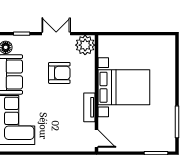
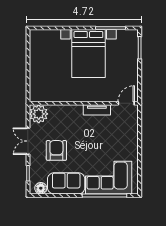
armchair: (59, 73) -> (56, 150), moved
bed with nightstands: (124, 87) -> (88, 54), moved, turned 180

